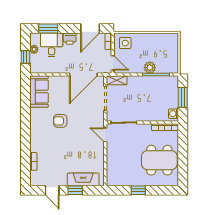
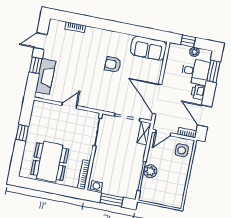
armchair: (60, 121) -> (113, 65), turned -90
door: (105, 135) -> (69, 106), moved

